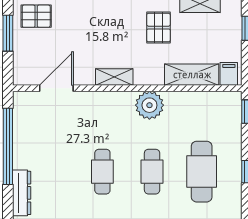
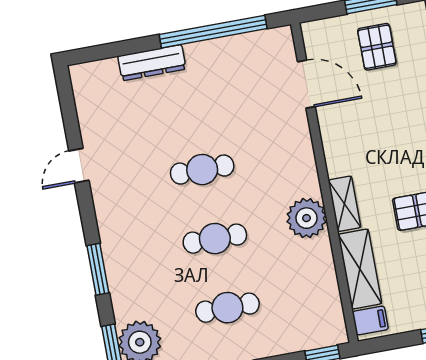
pallet: (36, 16) -> (377, 47), moved
shelving: (114, 77) -> (344, 204), moved
cafe table: (202, 172) -> (227, 308), width x0.73, depth x0.74

